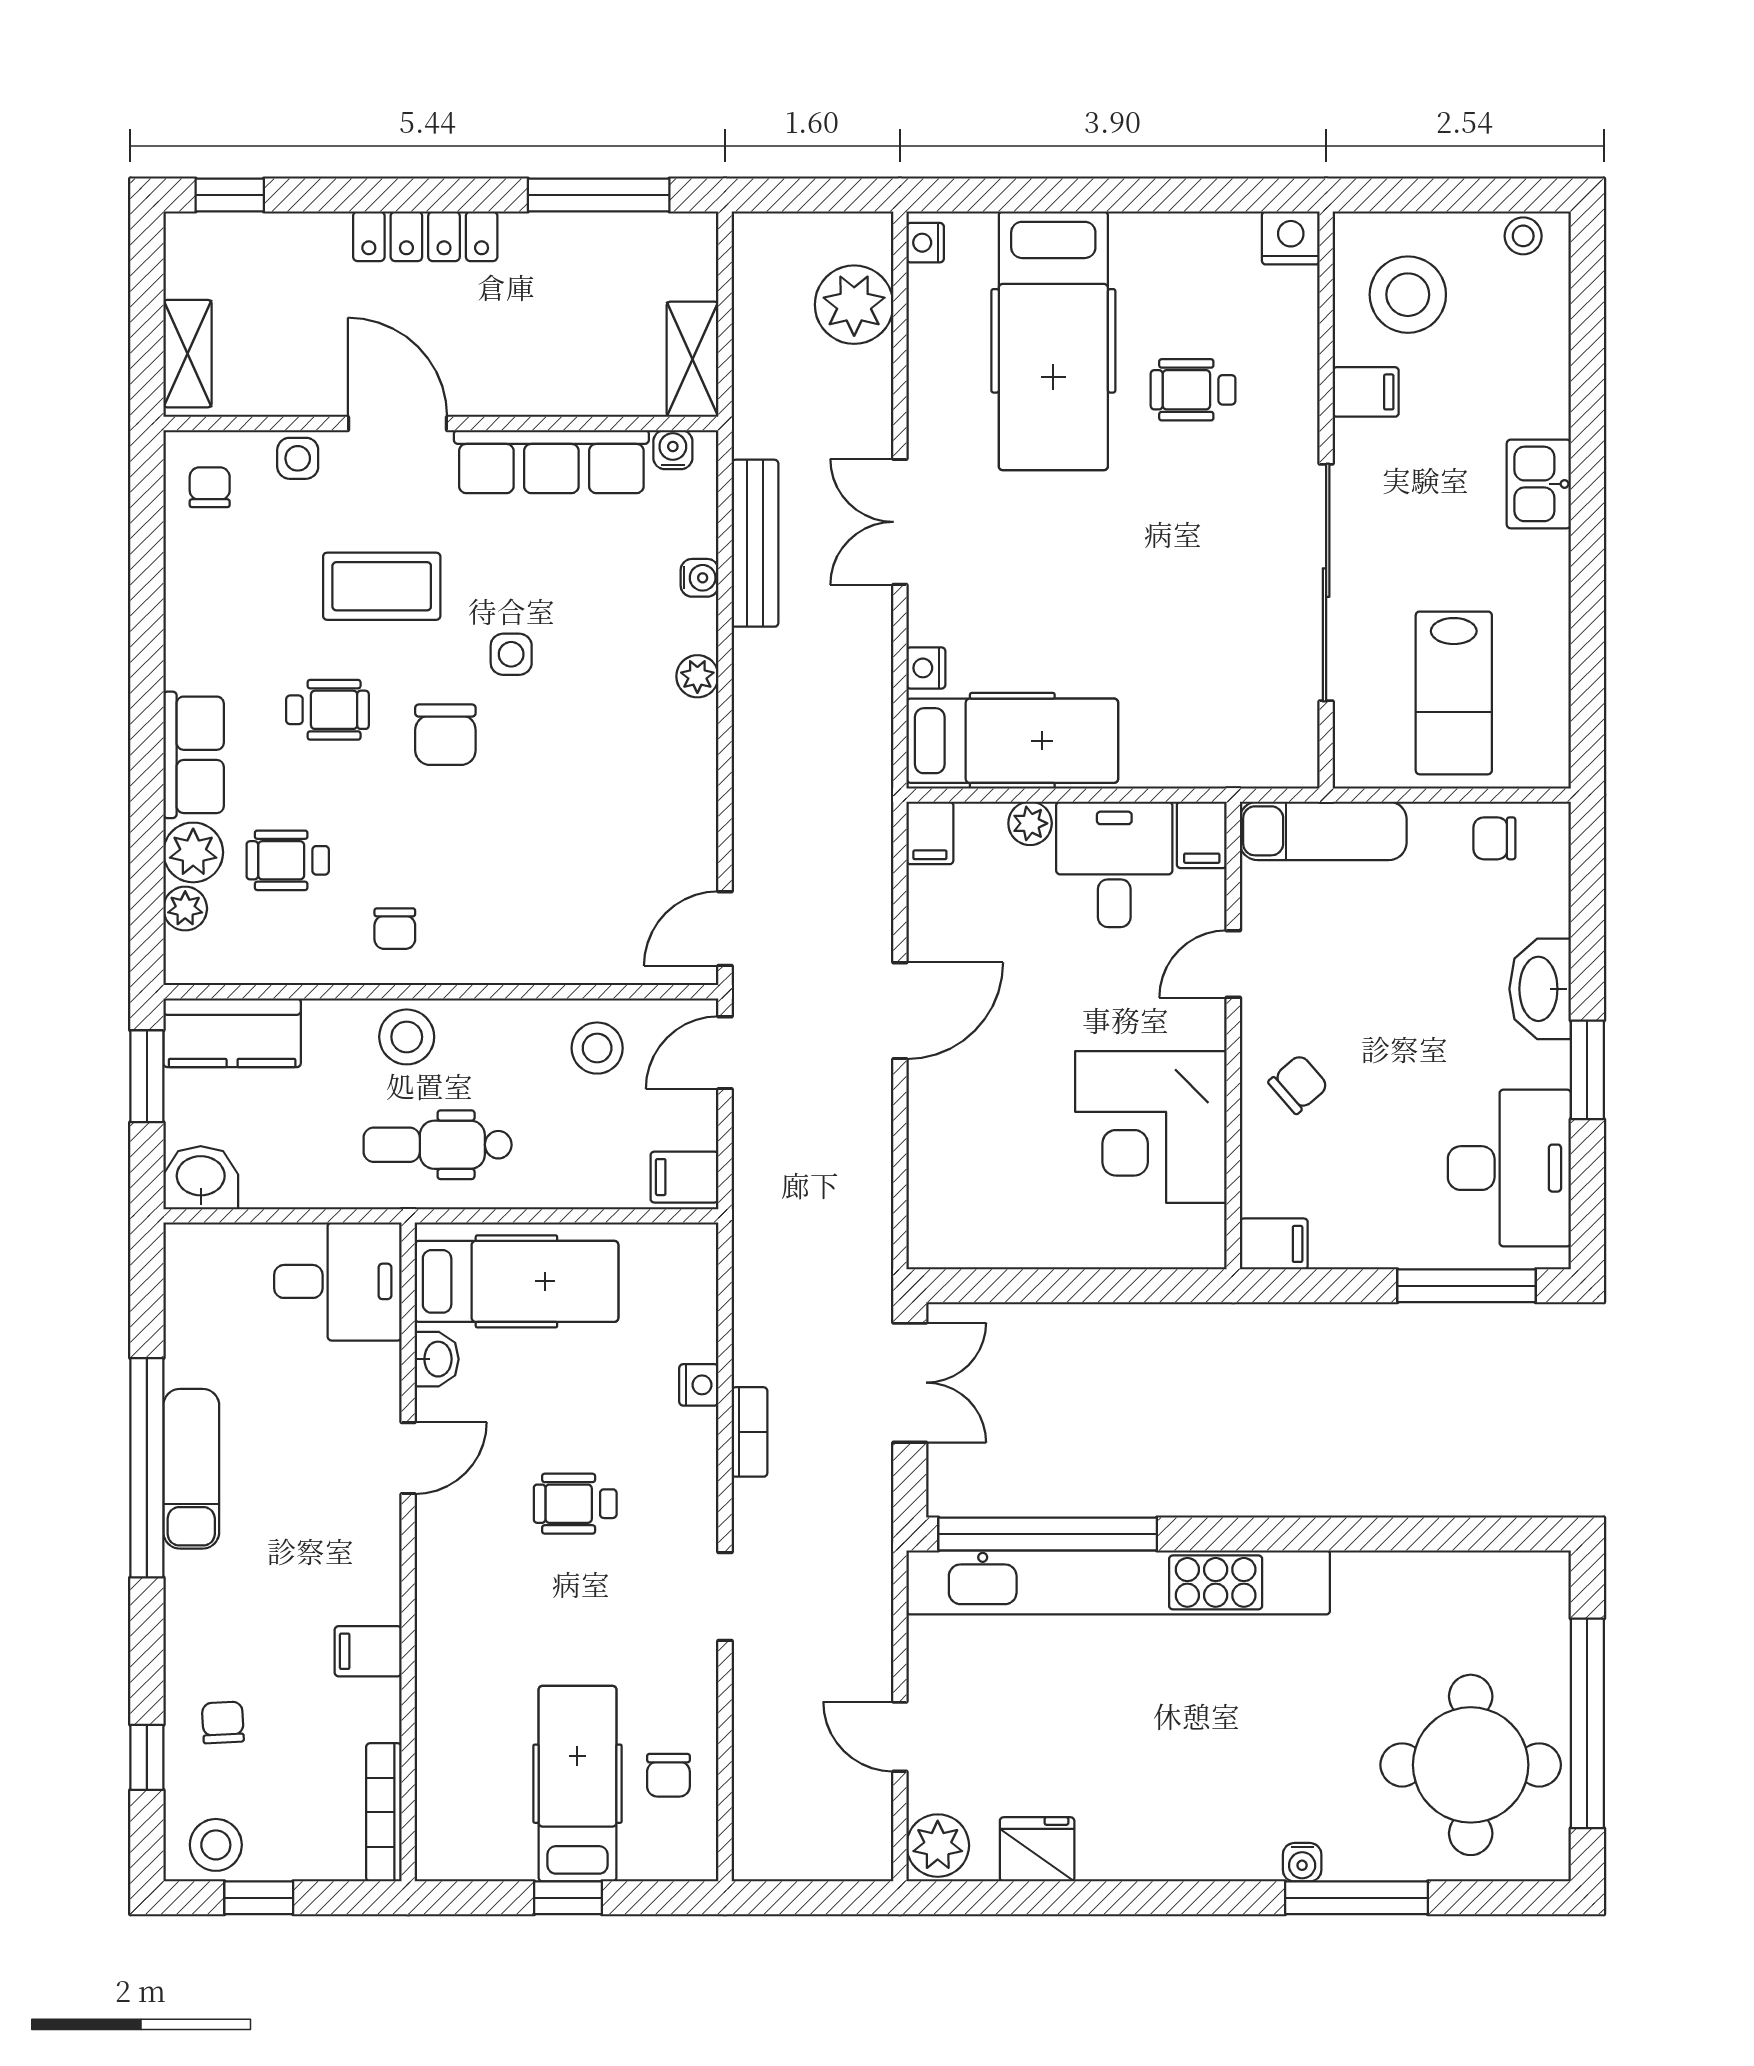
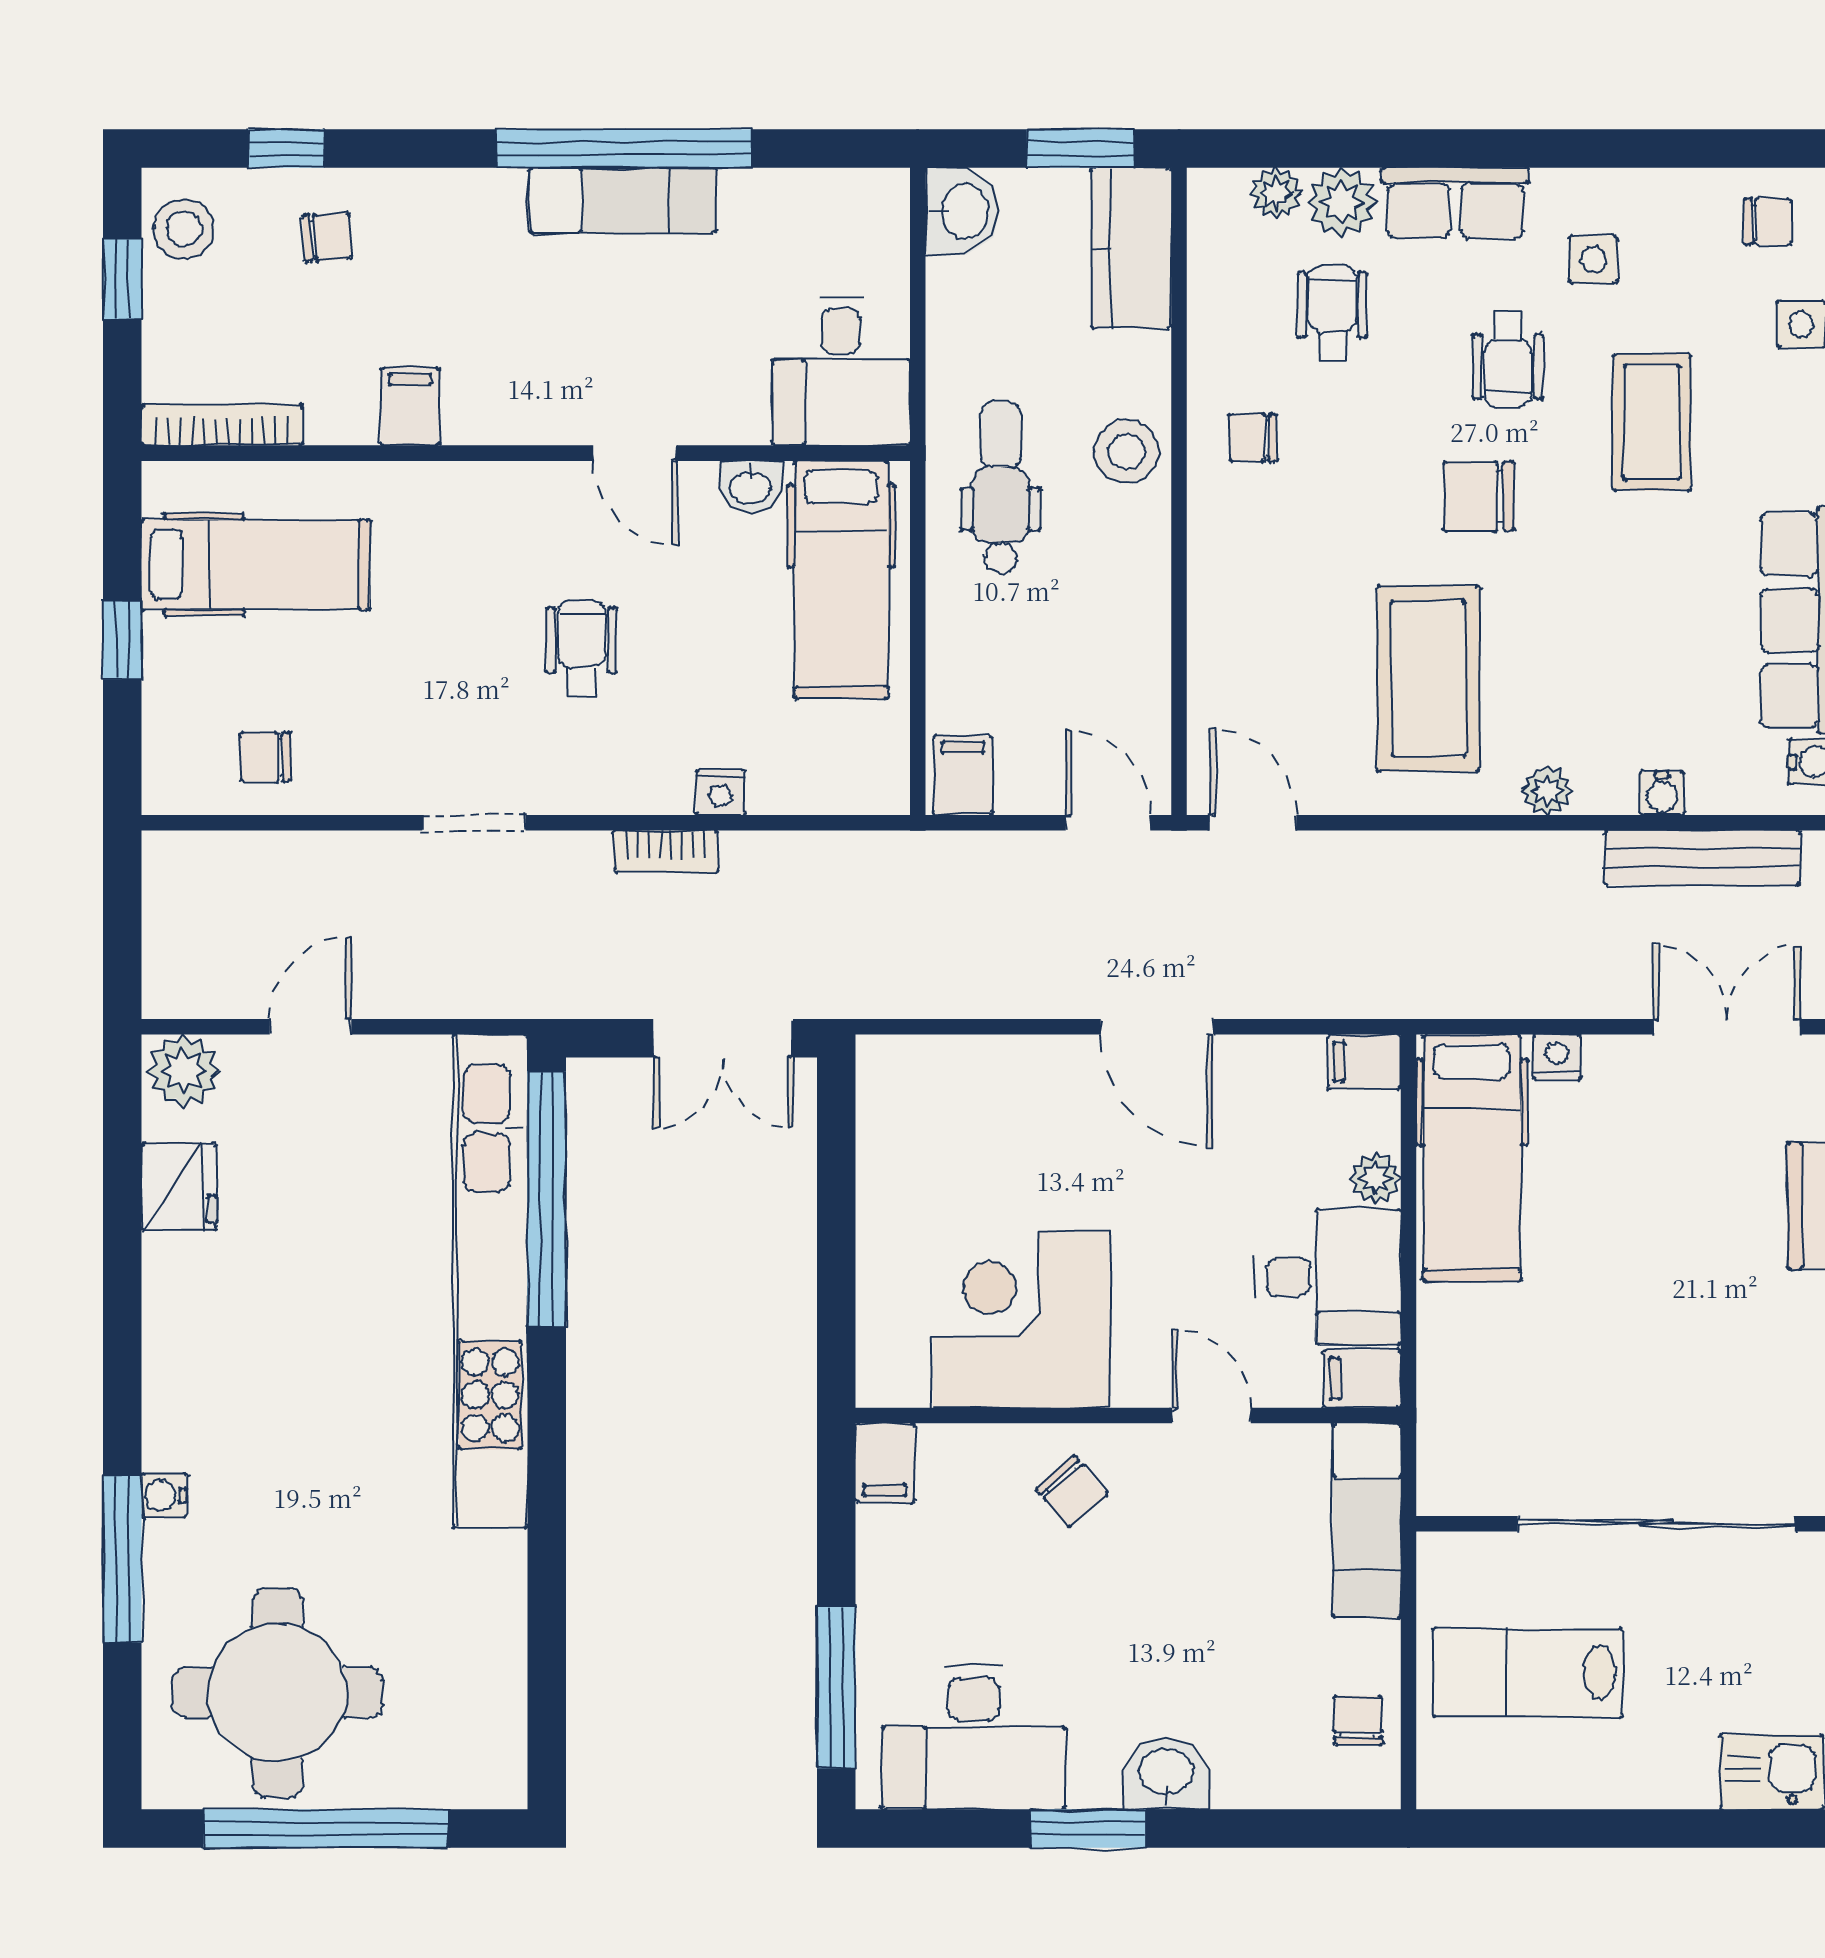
side table: (511, 654) -> (1593, 260), moved
coffee table: (601, 778) -> (1428, 679), added
washbasin: (1540, 989) -> (1166, 1774), width x0.72
stool: (597, 1048) -> (1113, 674), removed
hospital bed: (577, 1784) -> (256, 565), moved

